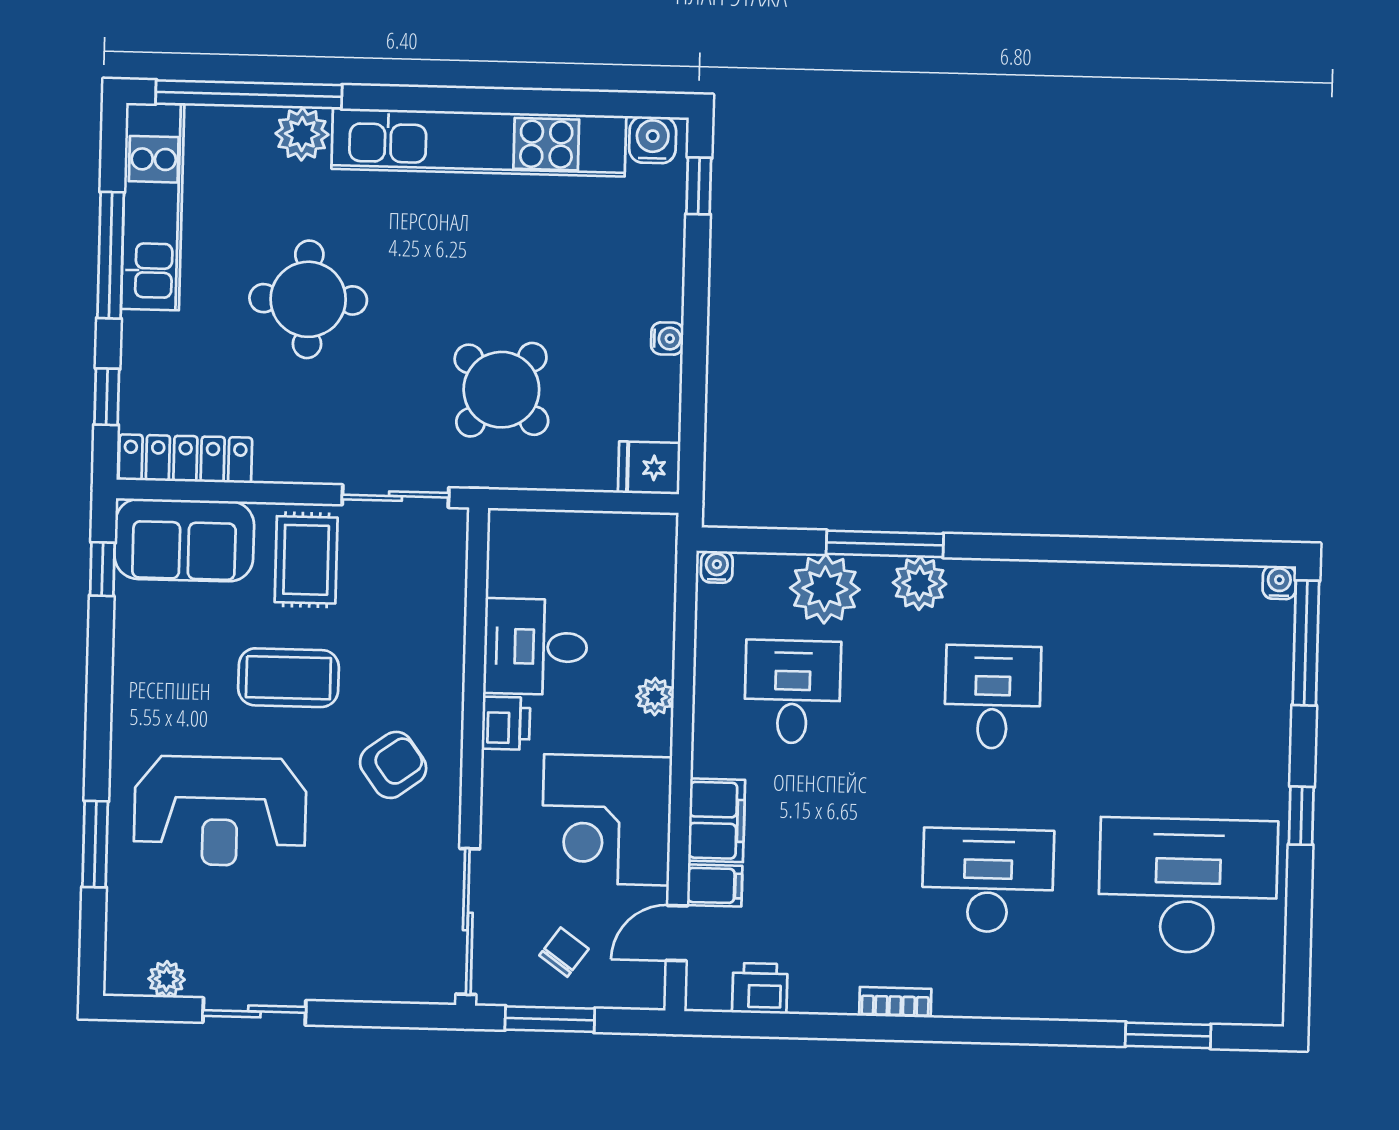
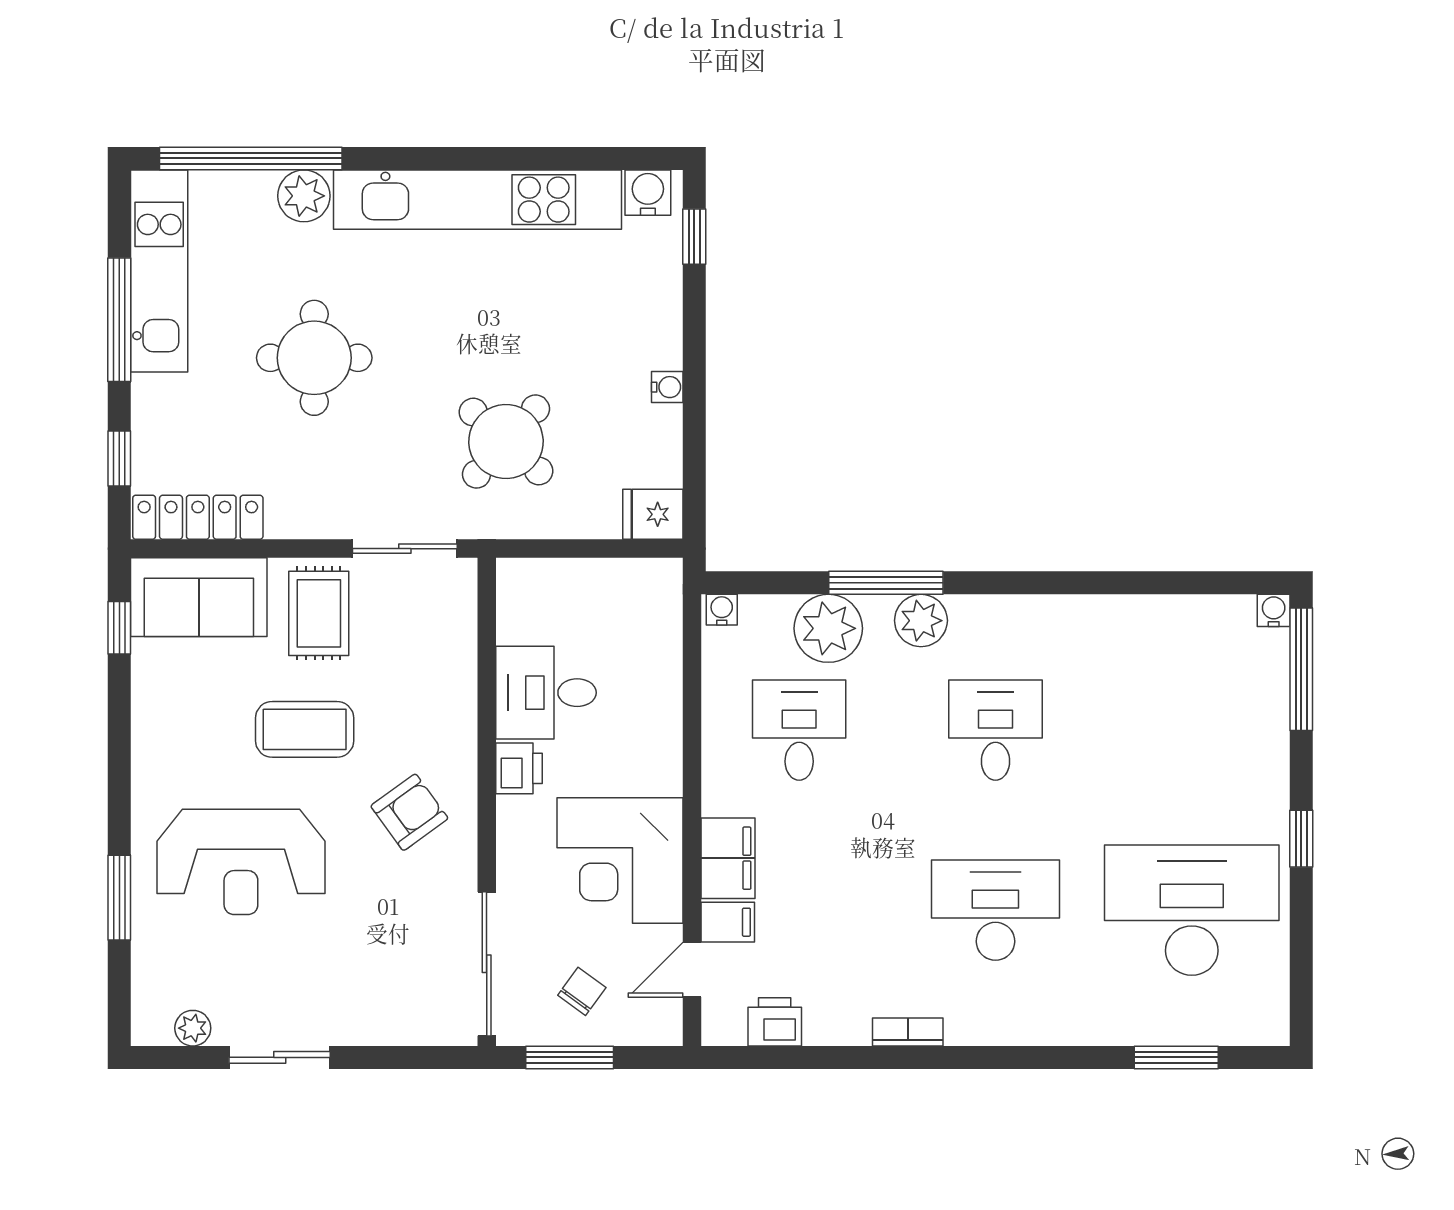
plant: (655, 697) -> (664, 738), removed

